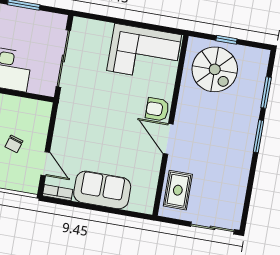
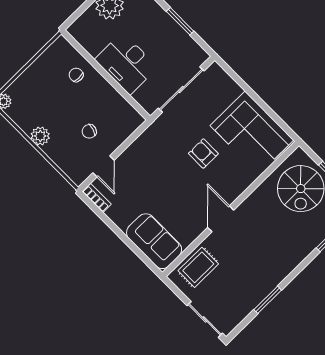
armchair: (157, 109) -> (203, 154), moved
window: (259, 136) -> (268, 300), moved
sofa: (102, 190) -> (154, 241), moved

